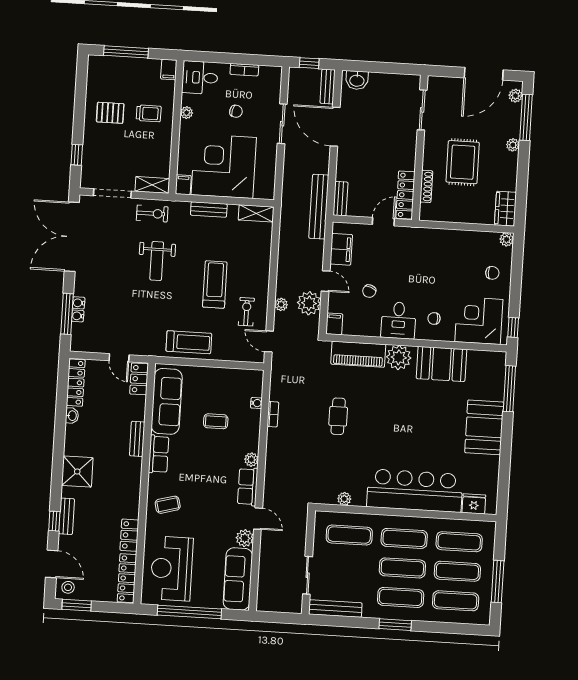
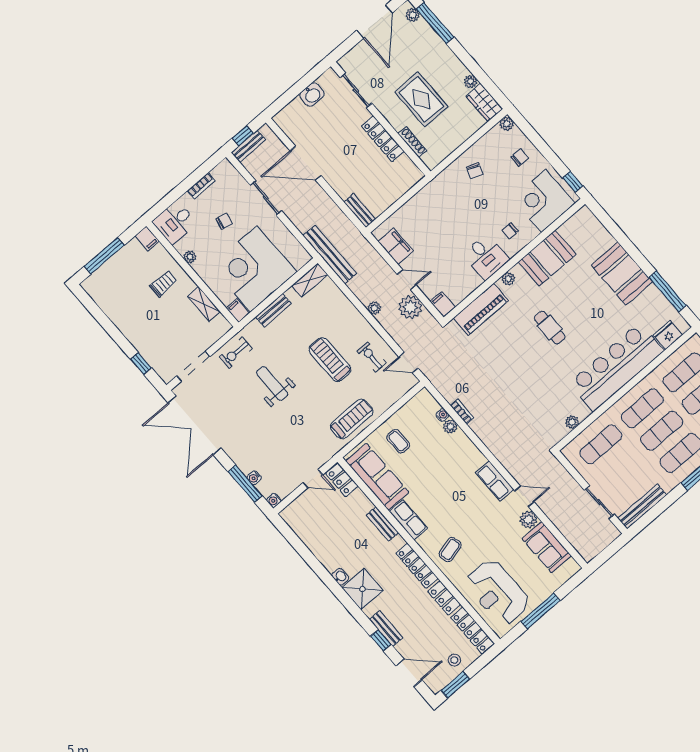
washbasin: (357, 80) -> (312, 94), moved
bench: (328, 86) -> (248, 146), moved, turned 90
pallet: (110, 113) -> (135, 310), removed
plant: (513, 145) -> (471, 81), moved
shelving: (152, 185) -> (204, 304), moved, turned 90
locker: (405, 195) -> (383, 139), moved
bench: (319, 207) -> (330, 254), moved
exercise bike: (152, 213) -> (236, 353), turned 180
door: (383, 222) -> (406, 197), removed
weight bench: (157, 261) -> (272, 383), turned 180
chair: (369, 291) -> (474, 171), moved
water cooler: (79, 303) -> (274, 500), moved
plant: (281, 304) -> (374, 308), moved
plant: (399, 357) -> (508, 279), width x0.53, depth x0.53
locker: (76, 383) -> (417, 566), moved, turned 180
window: (509, 389) -> (668, 291), moved
washbasin: (72, 416) -> (340, 577), moved
cafe table: (338, 416) -> (550, 328), moved
coffee table: (216, 421) -> (398, 441), moved, turned 90
plant: (251, 460) -> (450, 426), moved
sofa: (238, 579) -> (547, 547), width x0.73
stool: (68, 587) -> (454, 660), moved
window: (189, 612) -> (541, 611), width x0.68

